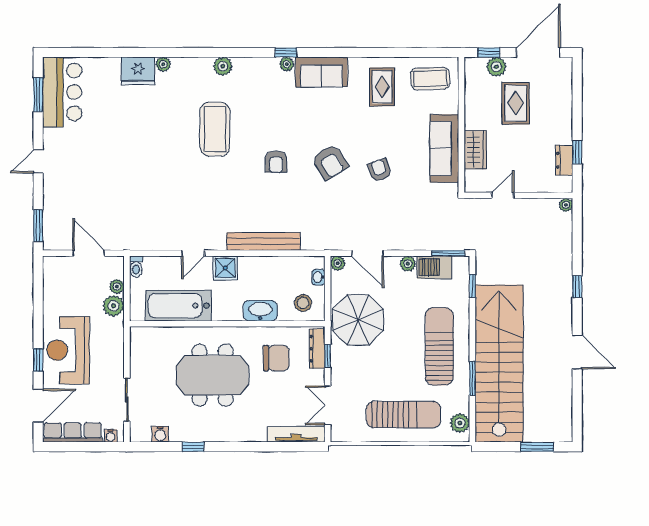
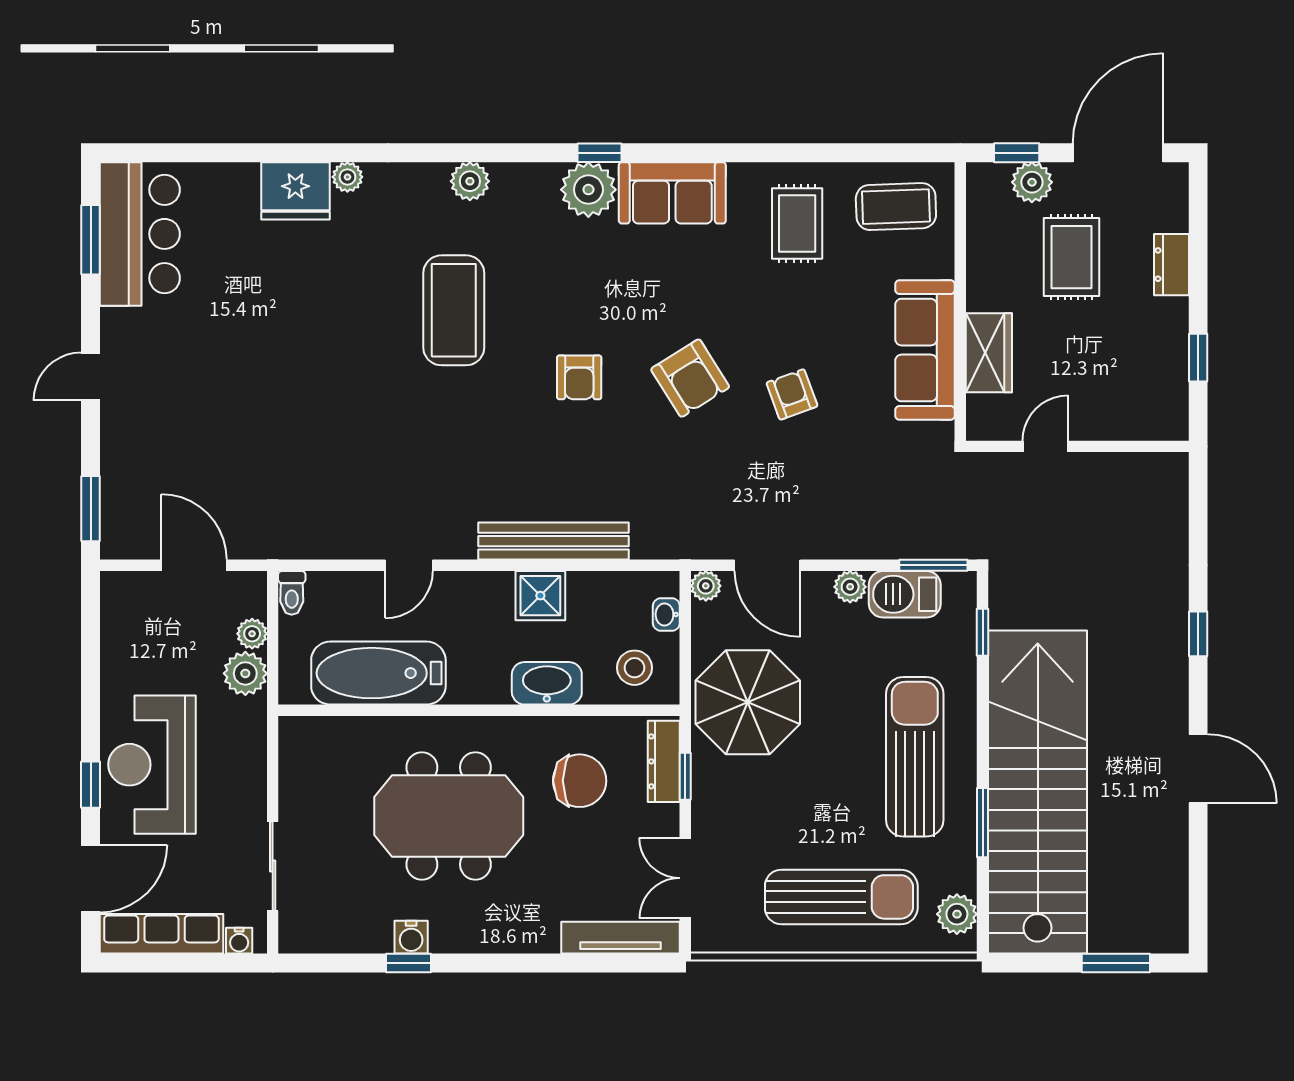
plant: (287, 64) -> (588, 190), width x1.87, depth x1.87
dresser: (564, 160) -> (1172, 265), moved
plant: (566, 205) -> (1175, 466), removed
shower: (225, 268) -> (540, 596), moved
water cooler: (160, 434) -> (411, 937), moved

